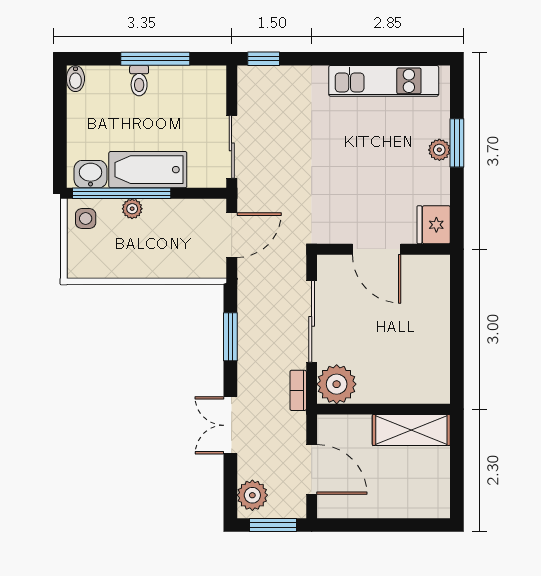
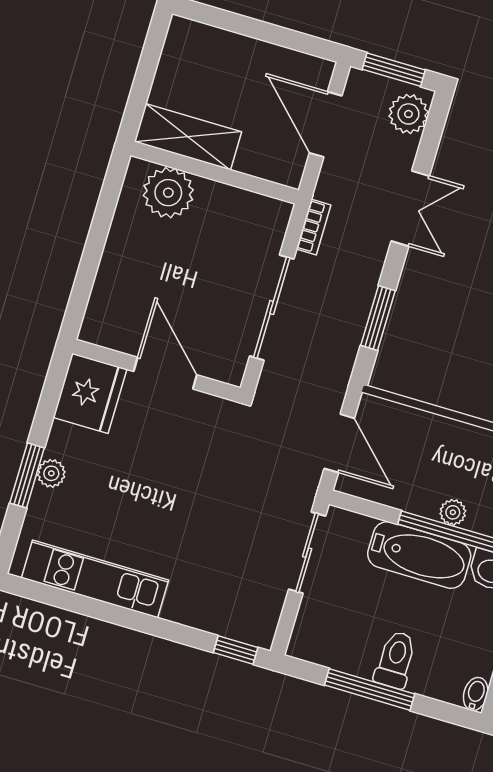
toilet: (139, 81) -> (395, 660), width x1.37, depth x1.39
fridge: (434, 225) -> (90, 393), width x1.36, depth x1.34
door: (232, 235) -> (339, 443), swing flipped
plant: (337, 384) -> (168, 193), moved

